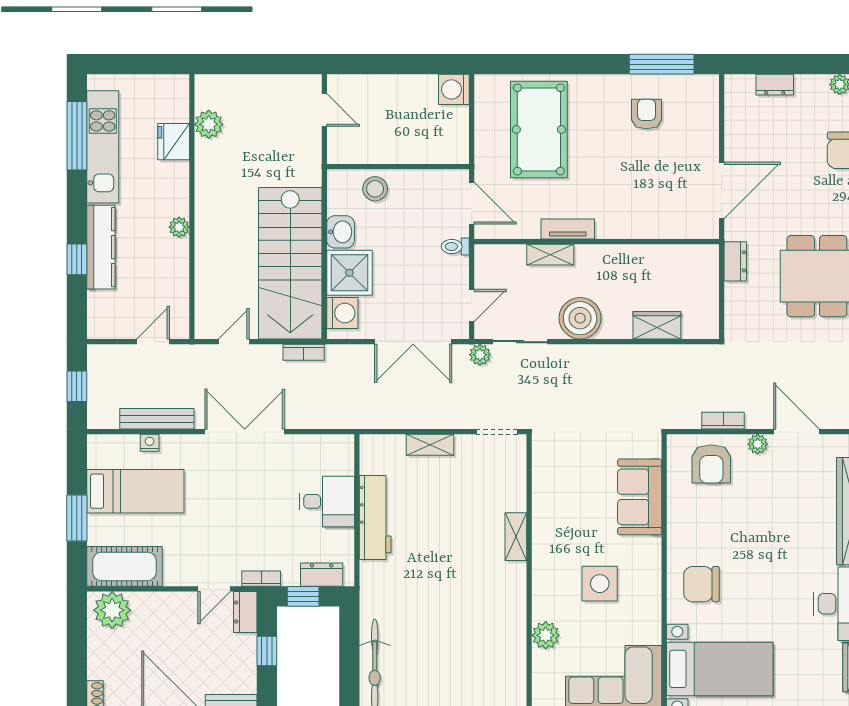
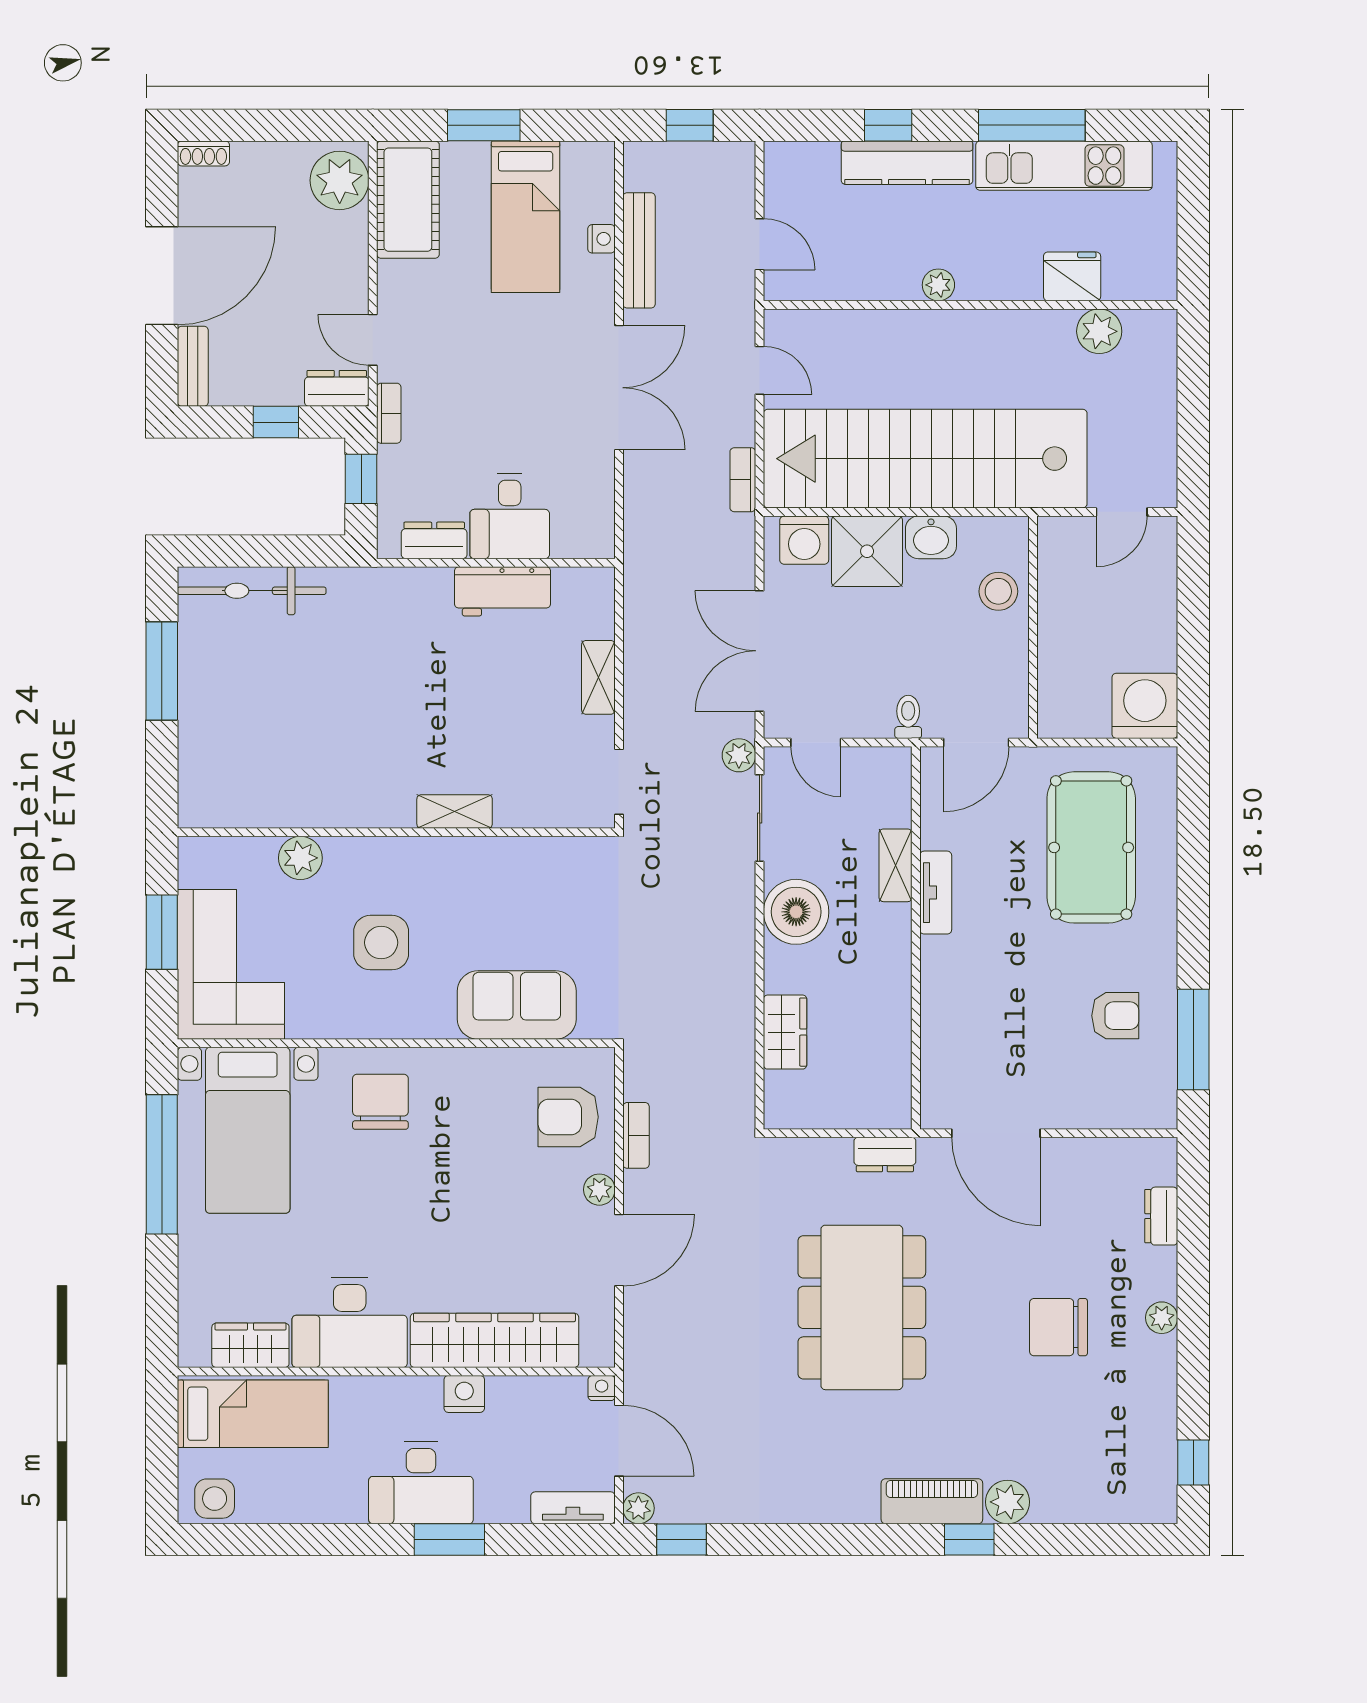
washing machine: (454, 89) -> (1145, 706), width x1.37, depth x1.37
pool table: (539, 129) -> (1091, 847), turned 90
window: (77, 136) -> (1032, 125), moved
stairs: (290, 263) -> (925, 459), width x1.36
workbench: (375, 517) -> (503, 591), width x0.73
dresser: (322, 575) -> (434, 540), moved, turned -90

